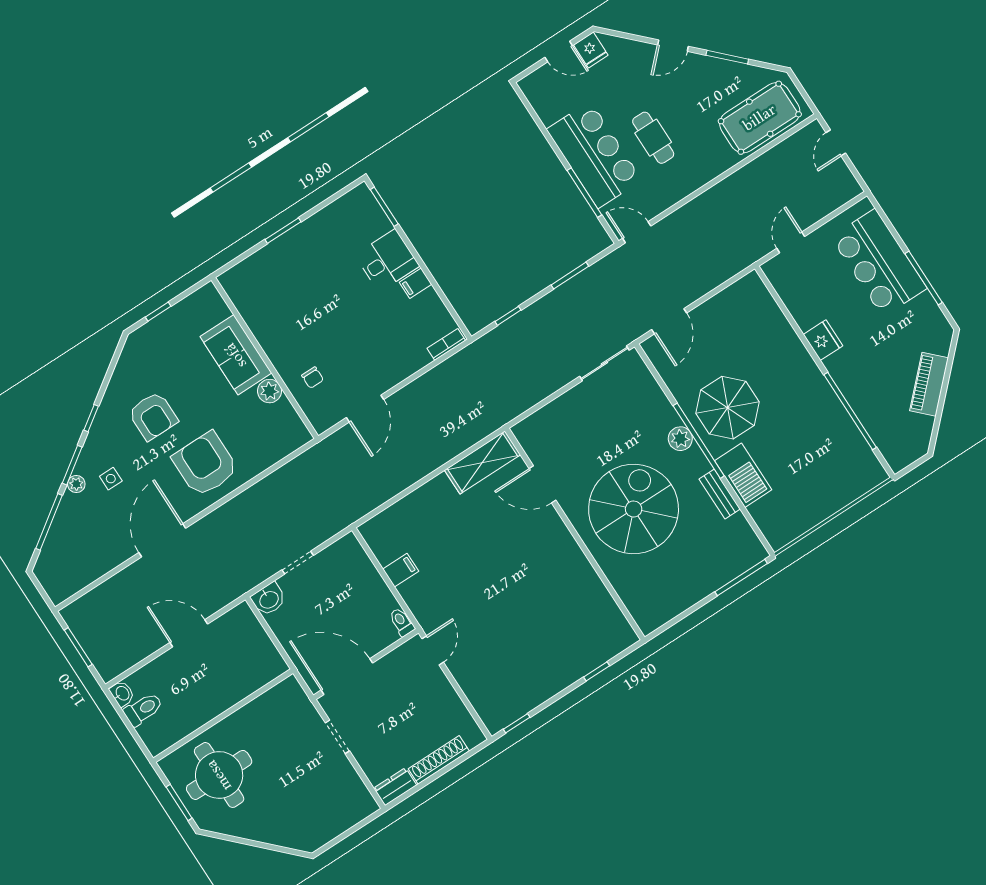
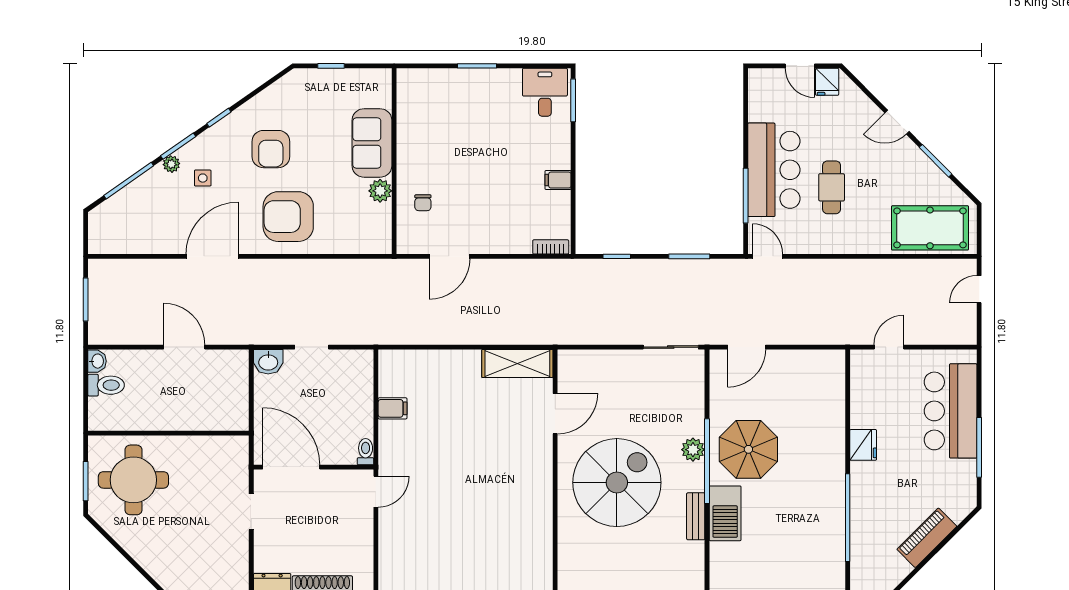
desk: (387, 260) -> (545, 92), moved, turned -90
armchair: (205, 464) -> (288, 217), turned -90
door: (542, 484) -> (555, 414), swing flipped

